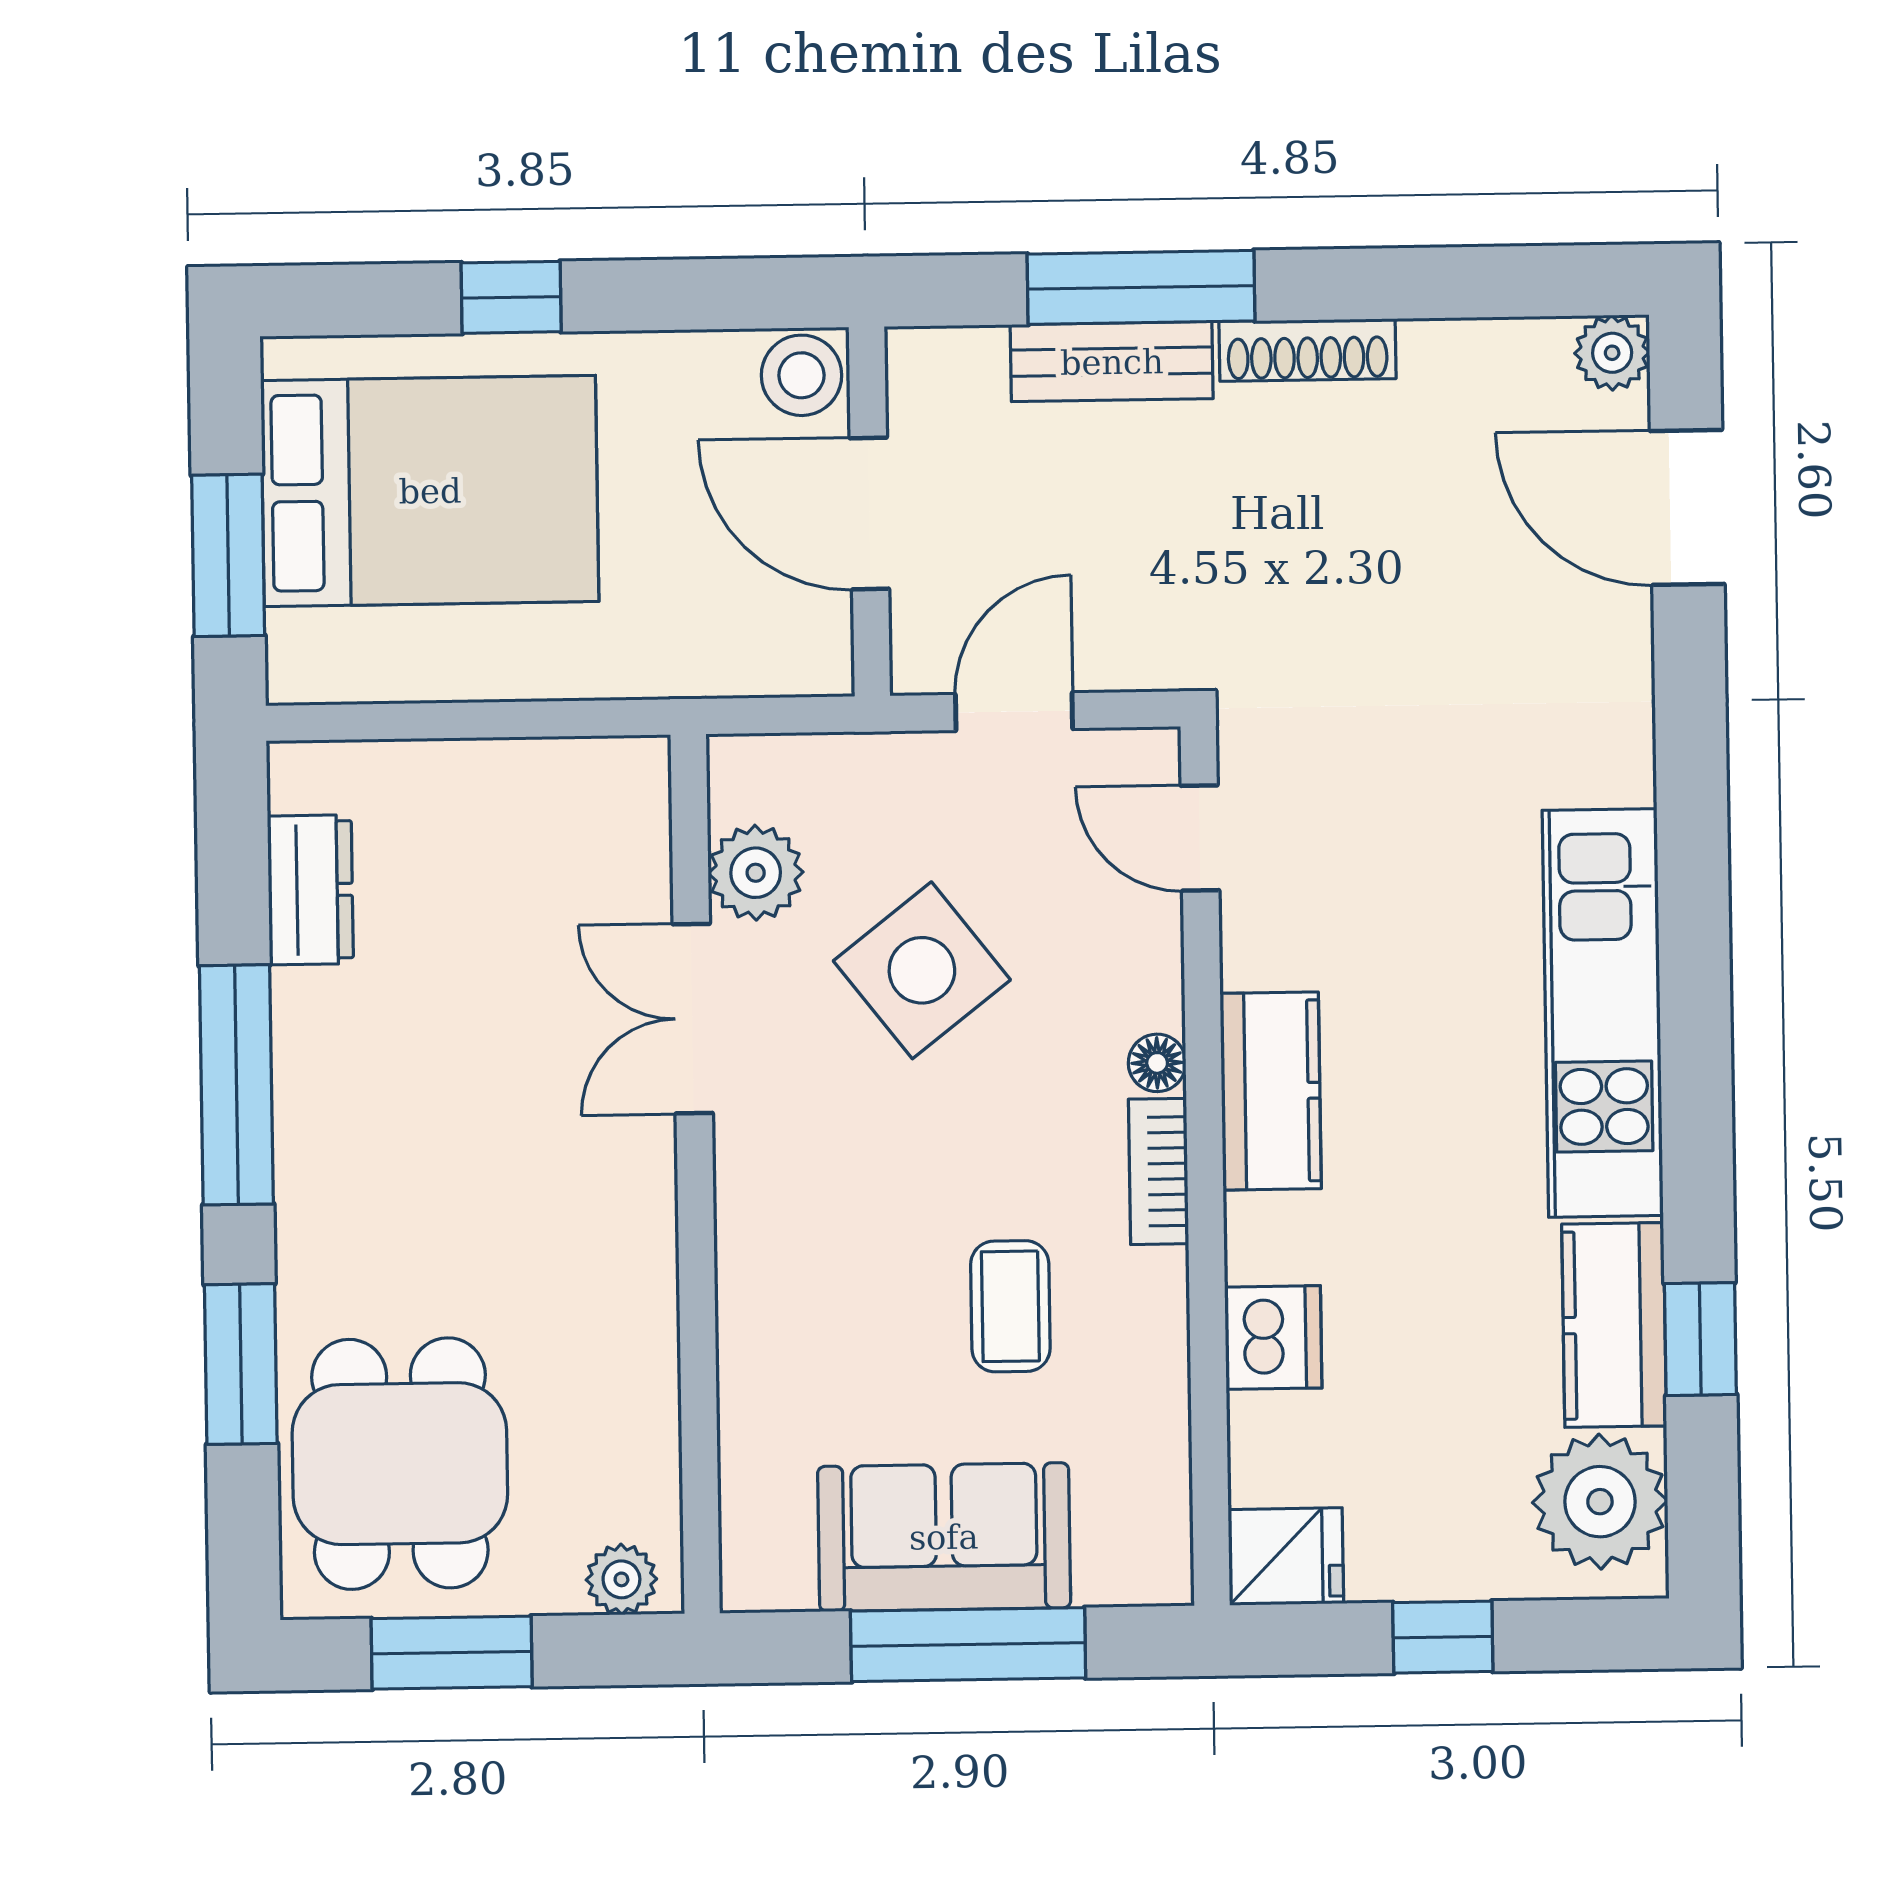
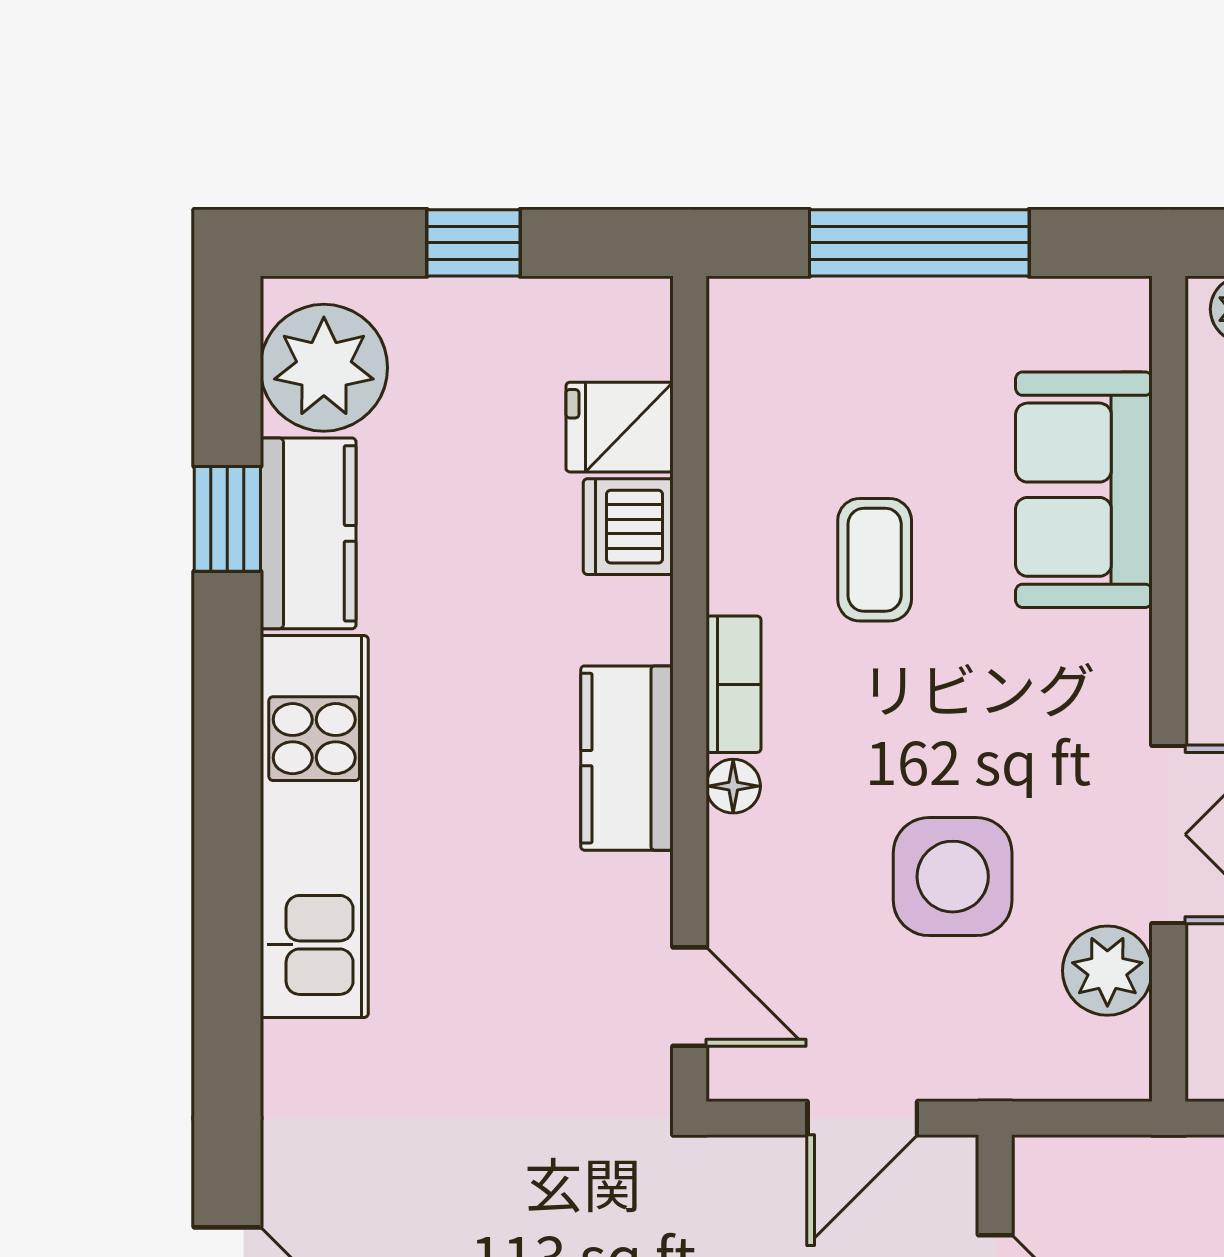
side table: (922, 970) -> (953, 877), turned 38
sofa: (944, 1537) -> (1084, 490), moved, turned 90
fridge: (1286, 1556) -> (620, 427), moved

